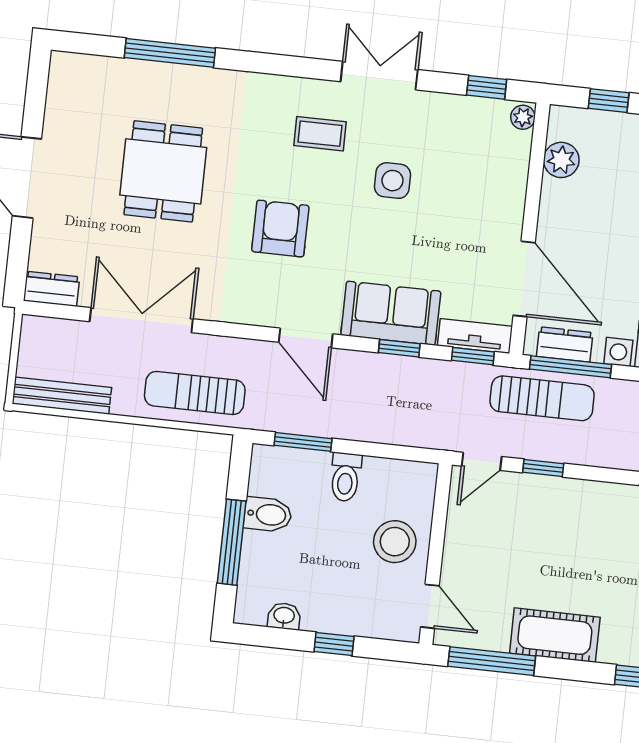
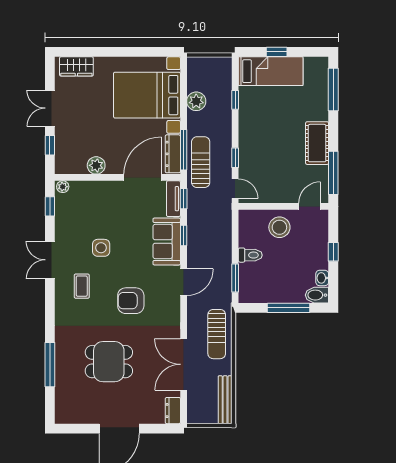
plant: (561, 160) -> (96, 165), moved
dresser: (565, 344) -> (173, 154), width x1.44
bidet: (268, 515) -> (317, 295), moved, turned -90

